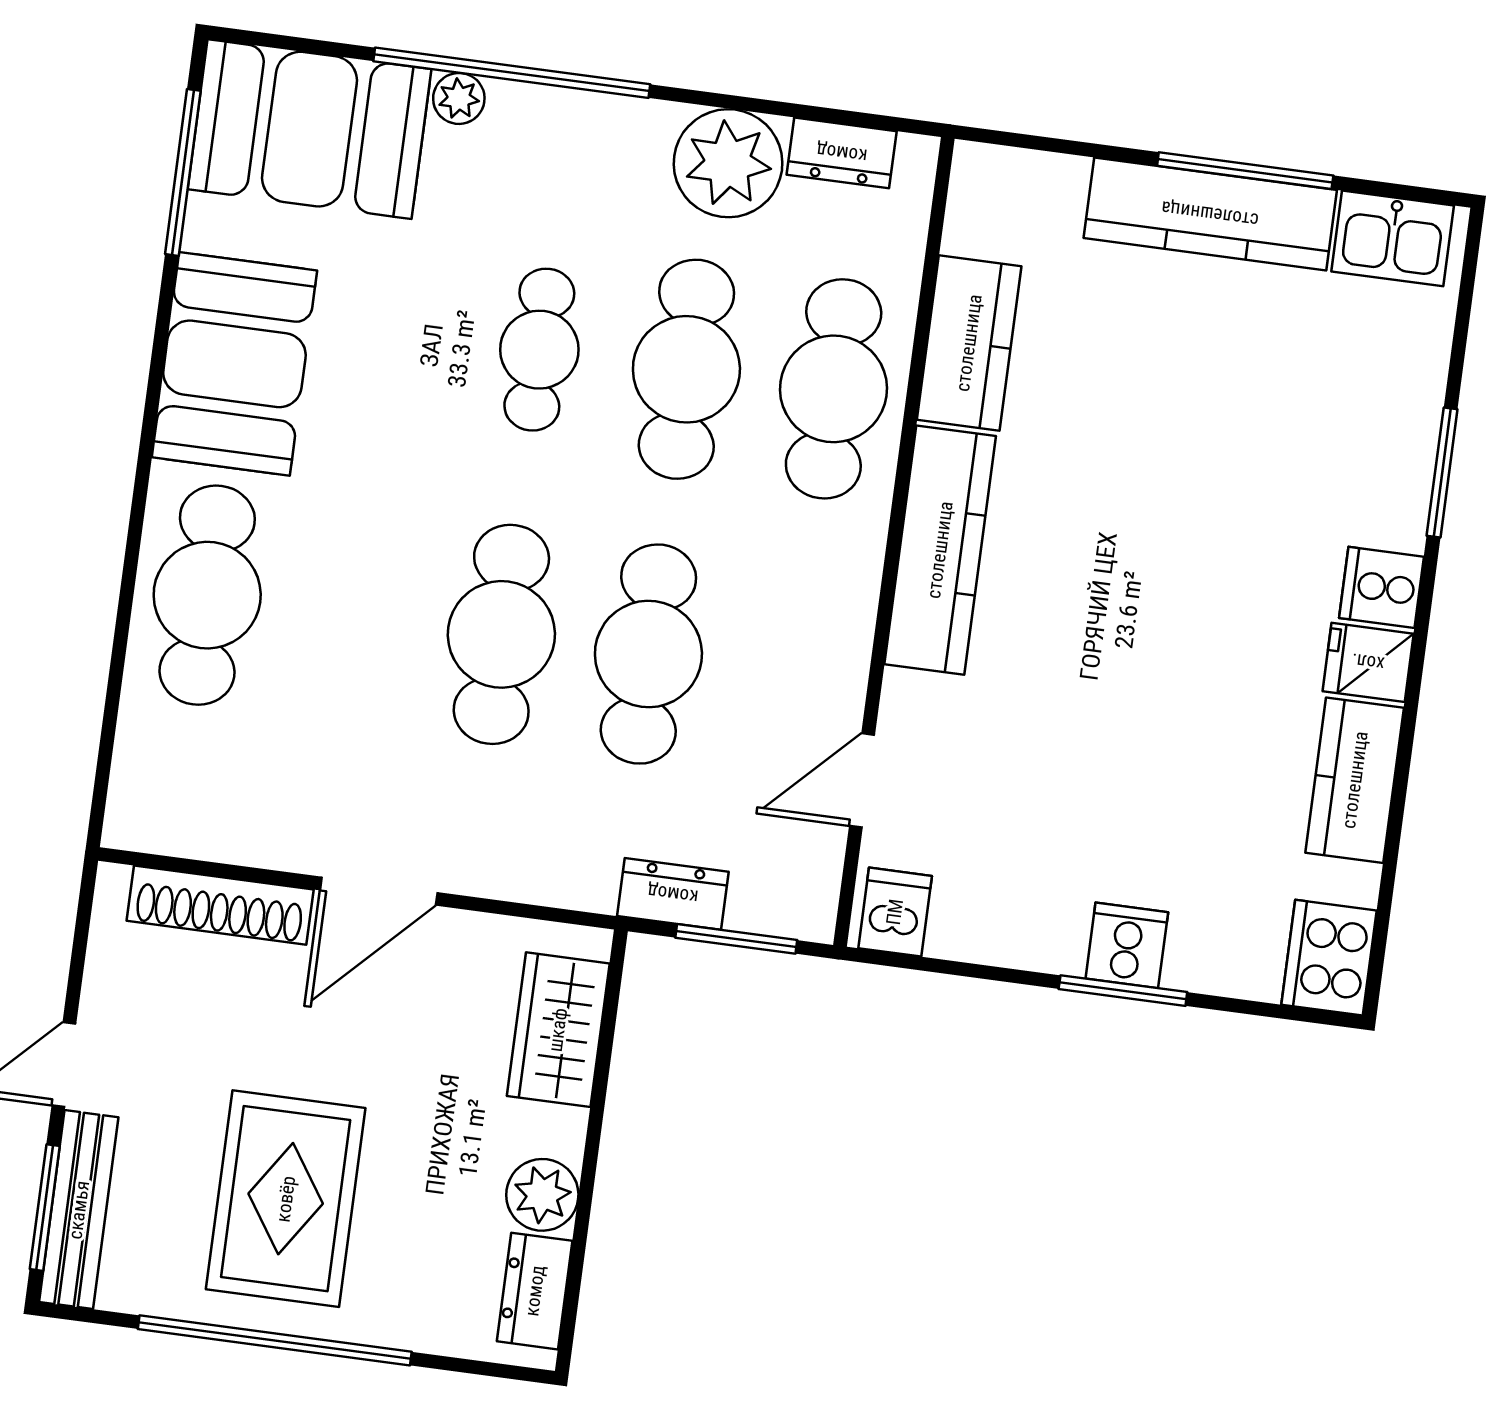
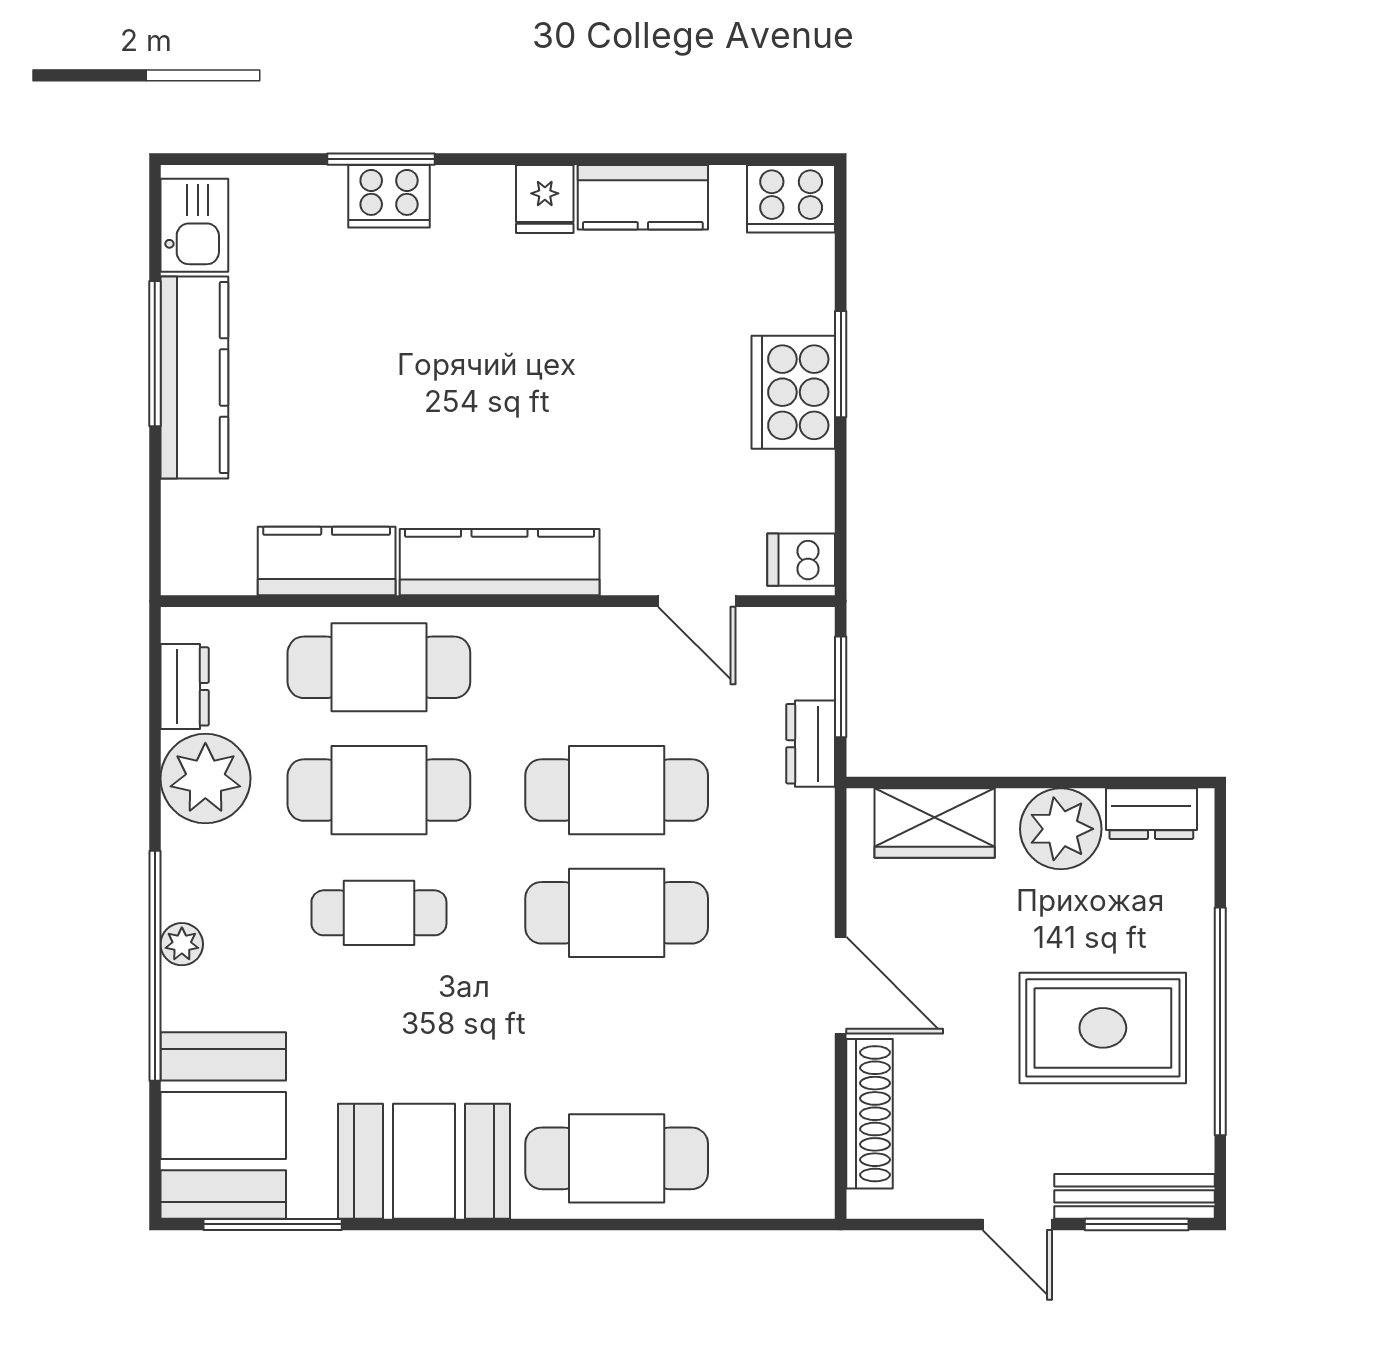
plant: (459, 98) -> (182, 944), moved
cooker: (1382, 587) -> (389, 196), moved, width x1.36
cooker: (1127, 945) -> (793, 392), width x1.87, depth x1.31
plant: (542, 1195) -> (1061, 829), width x1.36, depth x1.36

